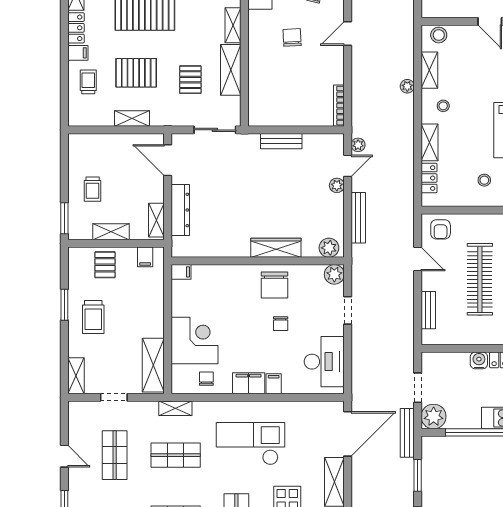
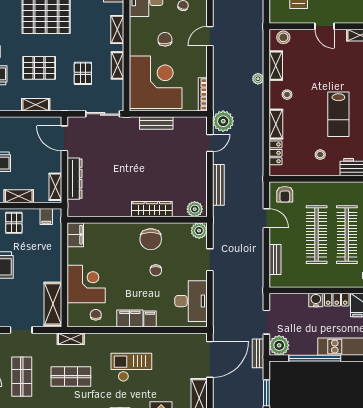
shelving: (231, 70) -> (118, 65), width x0.67, depth x0.75
corner desk: (281, 91) -> (156, 82), added
plant: (358, 145) -> (223, 121), width x1.87, depth x1.87
plant: (337, 185) -> (201, 159), removed
filing cabinet: (181, 272) -> (75, 235), width x2.00
bench: (407, 433) -> (258, 353), width x0.73
checkout: (251, 444) -> (131, 367), width x0.73, depth x0.83

